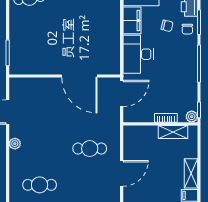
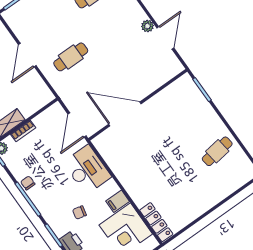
filing cabinet: (132, 20) -> (118, 201), width x0.50
chair: (187, 29) -> (28, 183), moved
plant: (15, 144) -> (147, 26), moved

